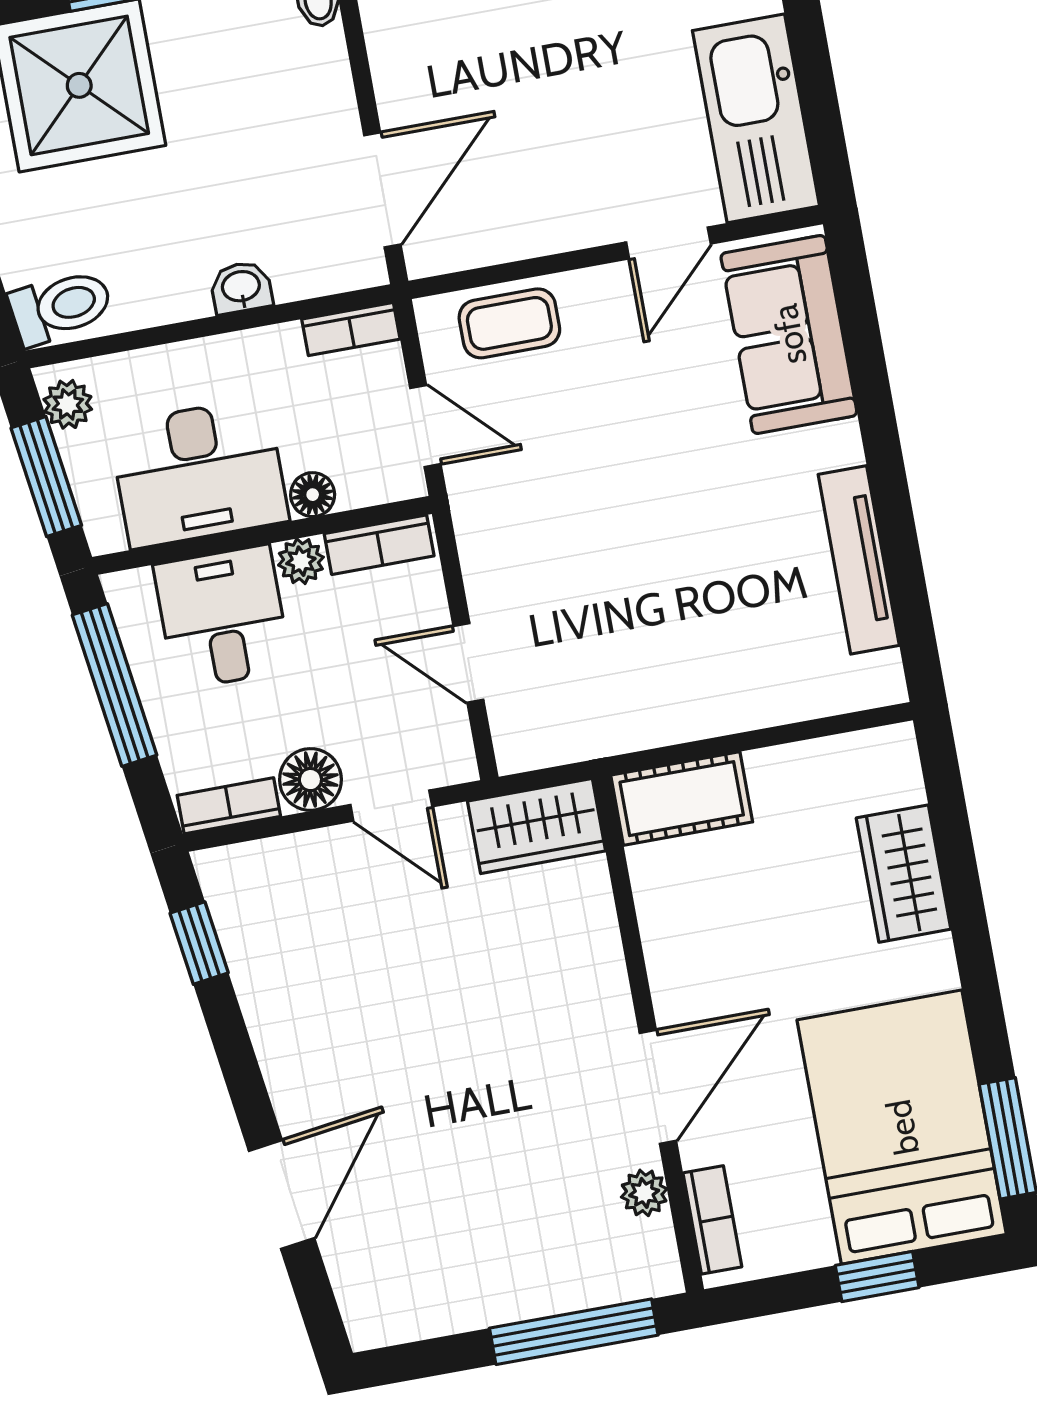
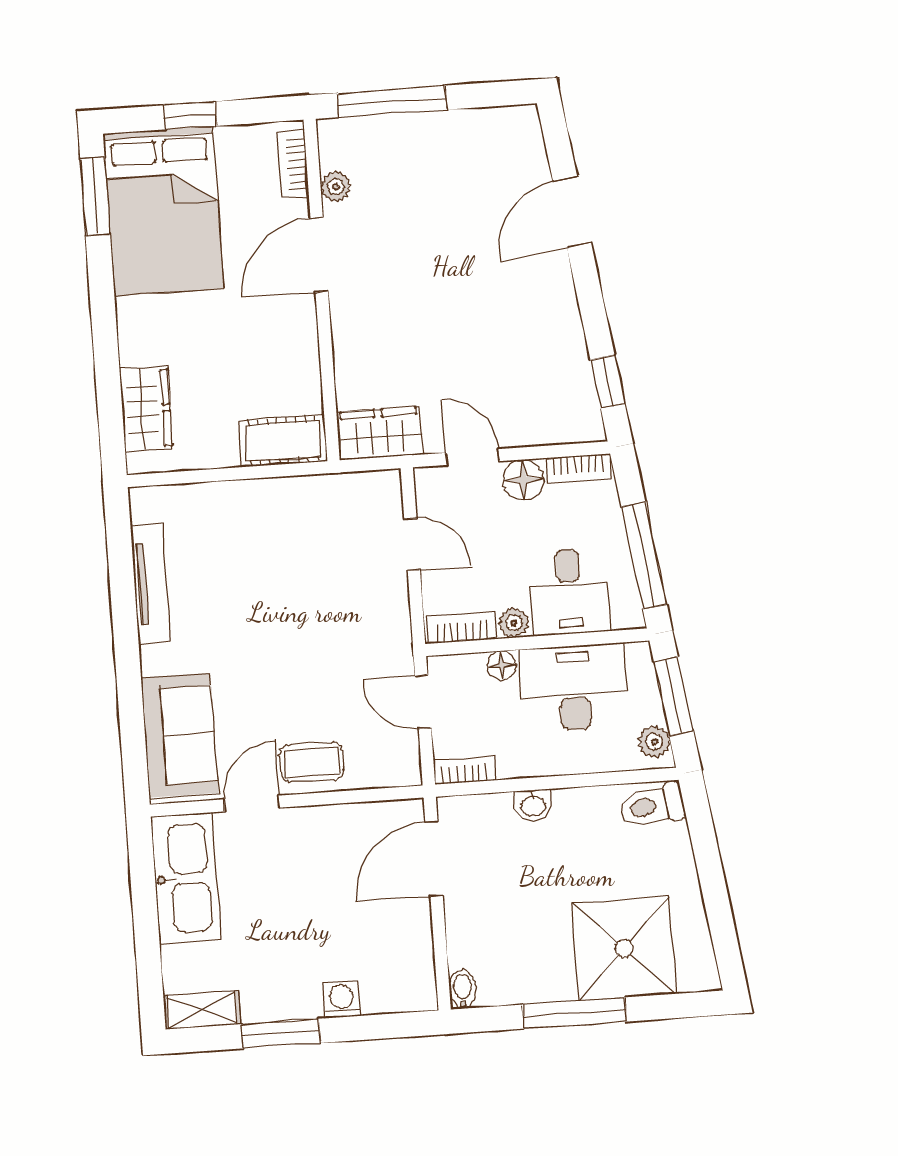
coffee table: (509, 323) -> (312, 762), moved
wardrobe: (904, 874) -> (146, 409), moved

